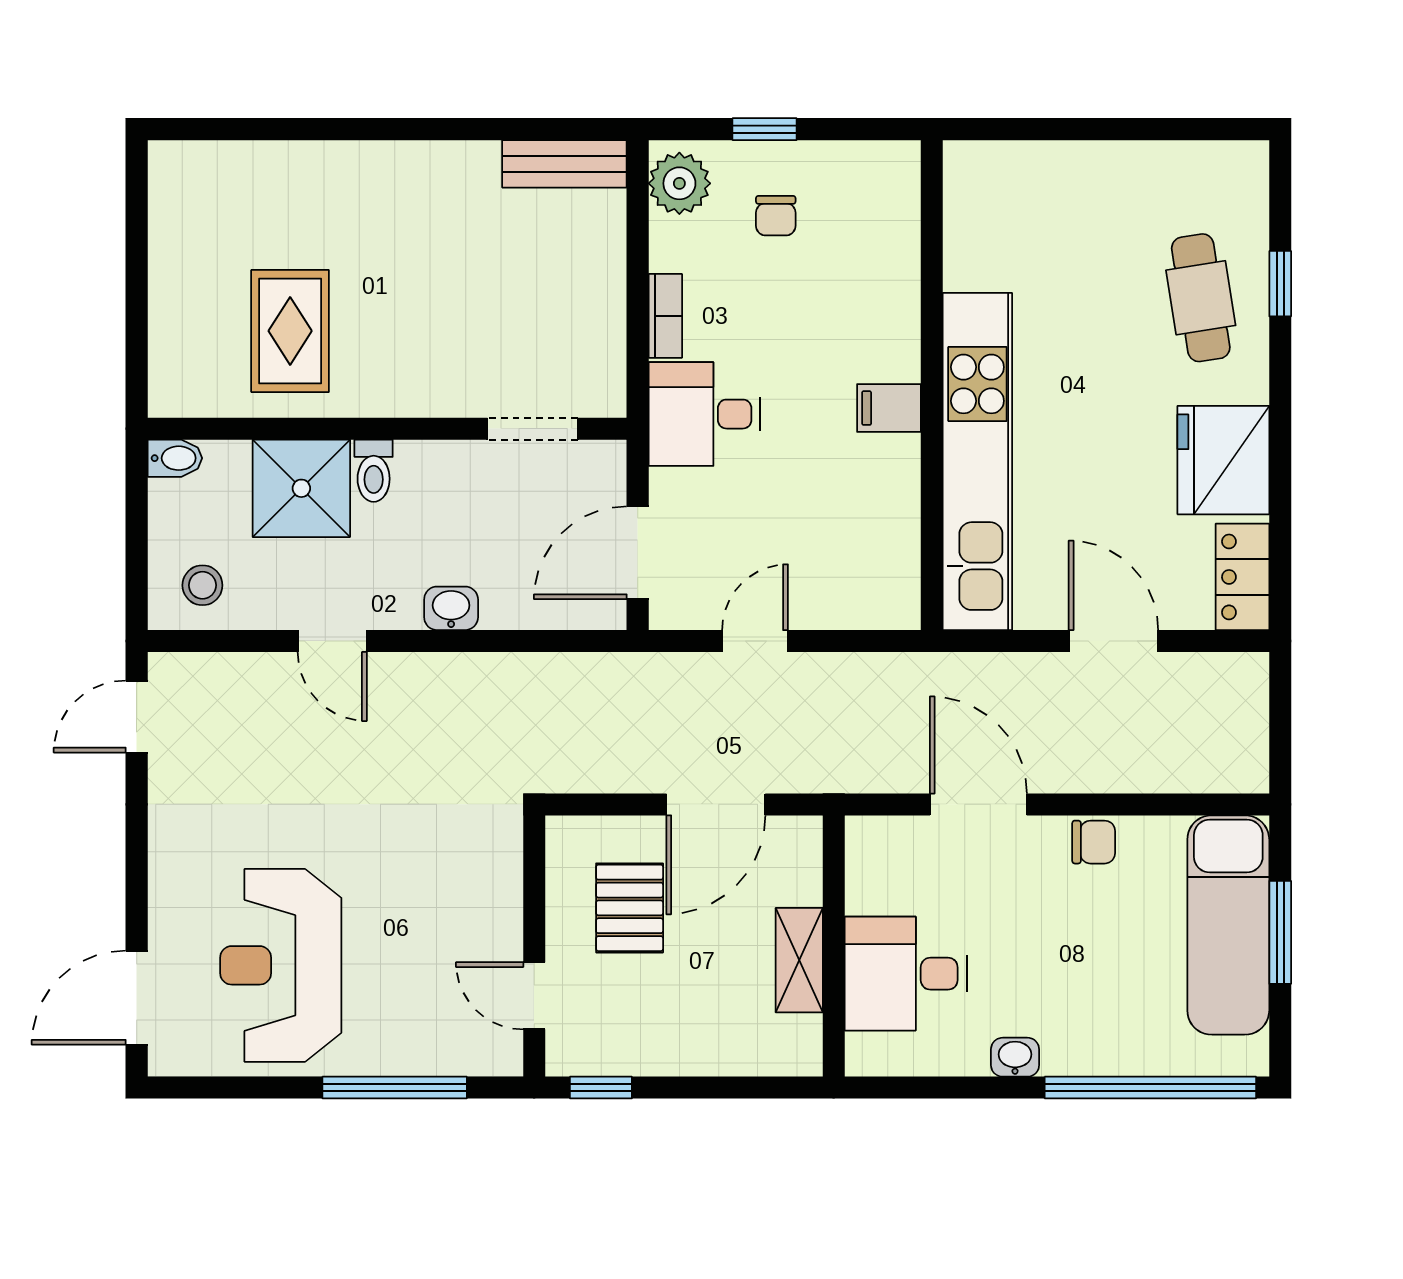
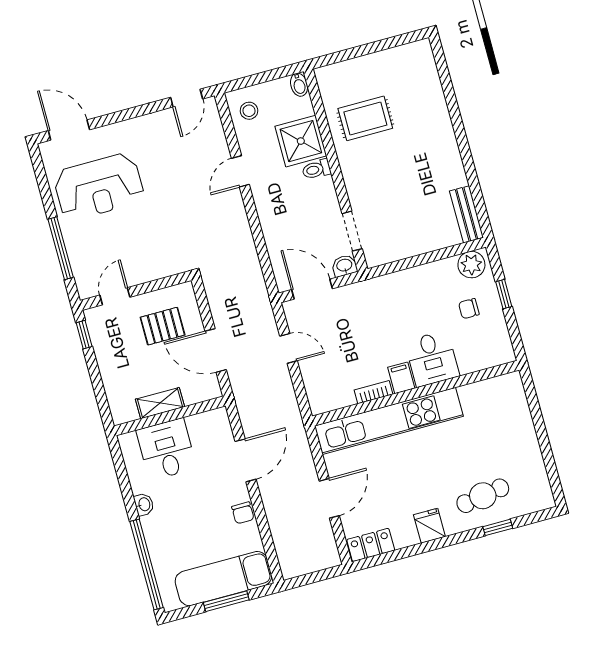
bookcase: (665, 316) -> (374, 392), moved, turned 180
desk: (704, 414) -> (432, 359), moved, turned 180
fridge: (1223, 460) -> (429, 526), width x0.53, depth x0.75
washbasin: (451, 608) -> (344, 266), moved, turned -90
door: (137, 717) -> (187, 98), swing flipped
reception desk: (281, 965) -> (99, 187), turned 180

